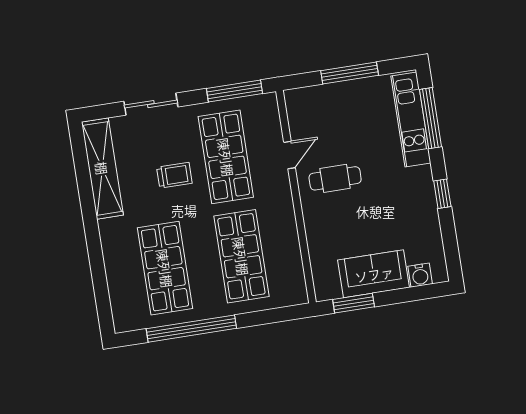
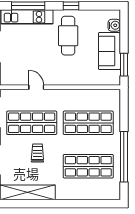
cafe table: (335, 178) -> (68, 36), moved, width x1.37, depth x1.35

